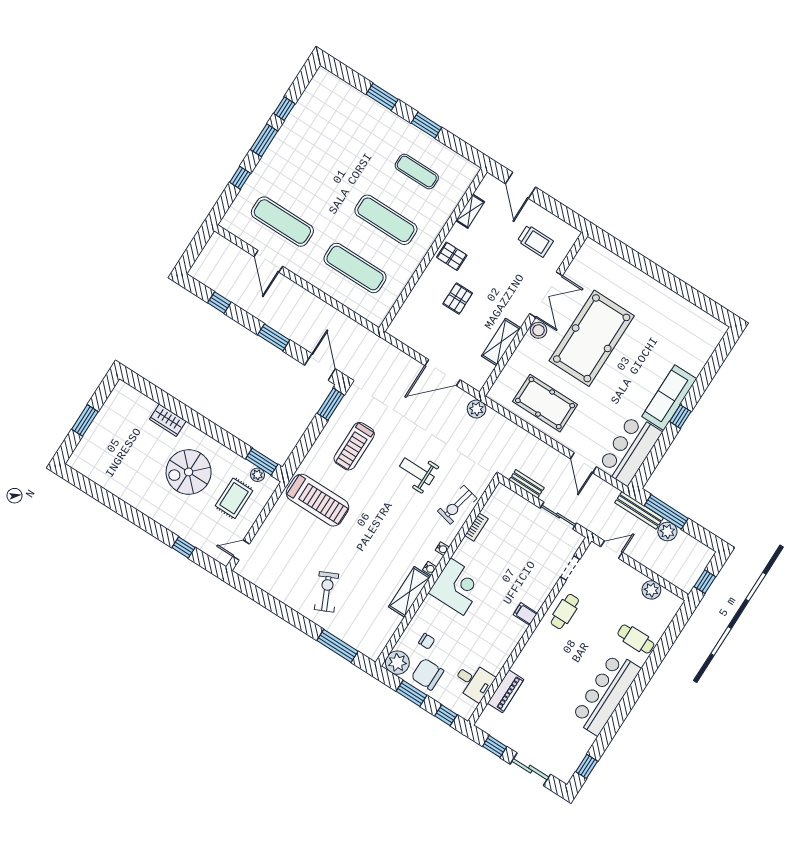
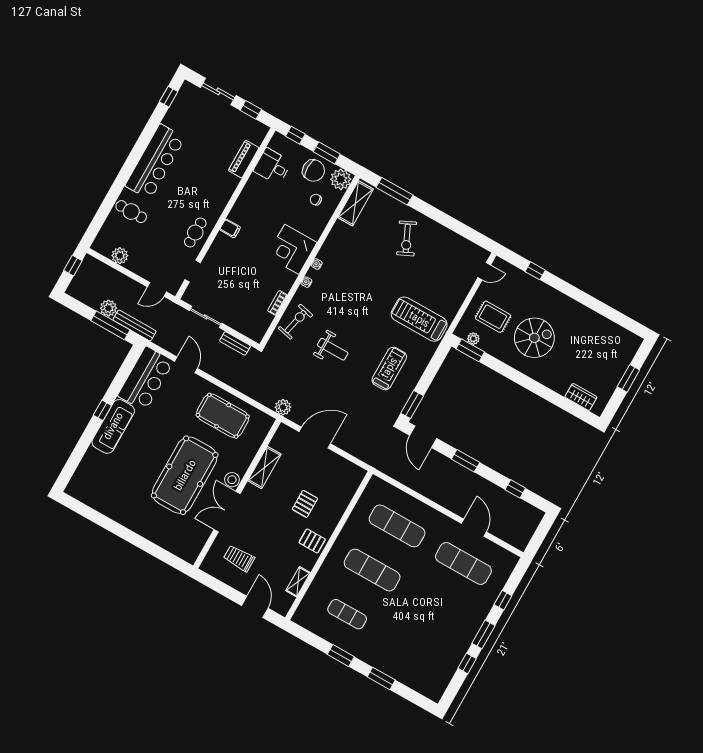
wardrobe: (168, 420) -> (581, 397), moved
rug: (234, 498) -> (493, 317), turned 90
shelving: (410, 592) -> (355, 203), moved

